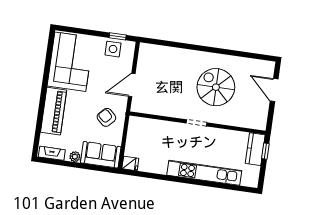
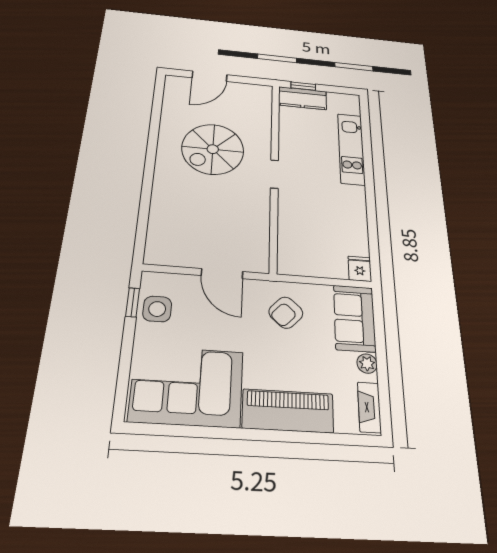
kitchen unit: (204, 173) -> (351, 149), width x0.73

